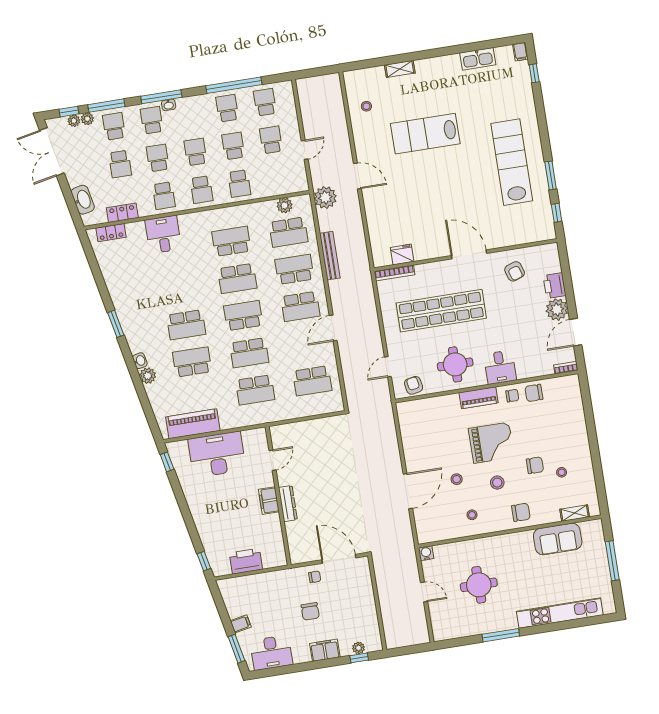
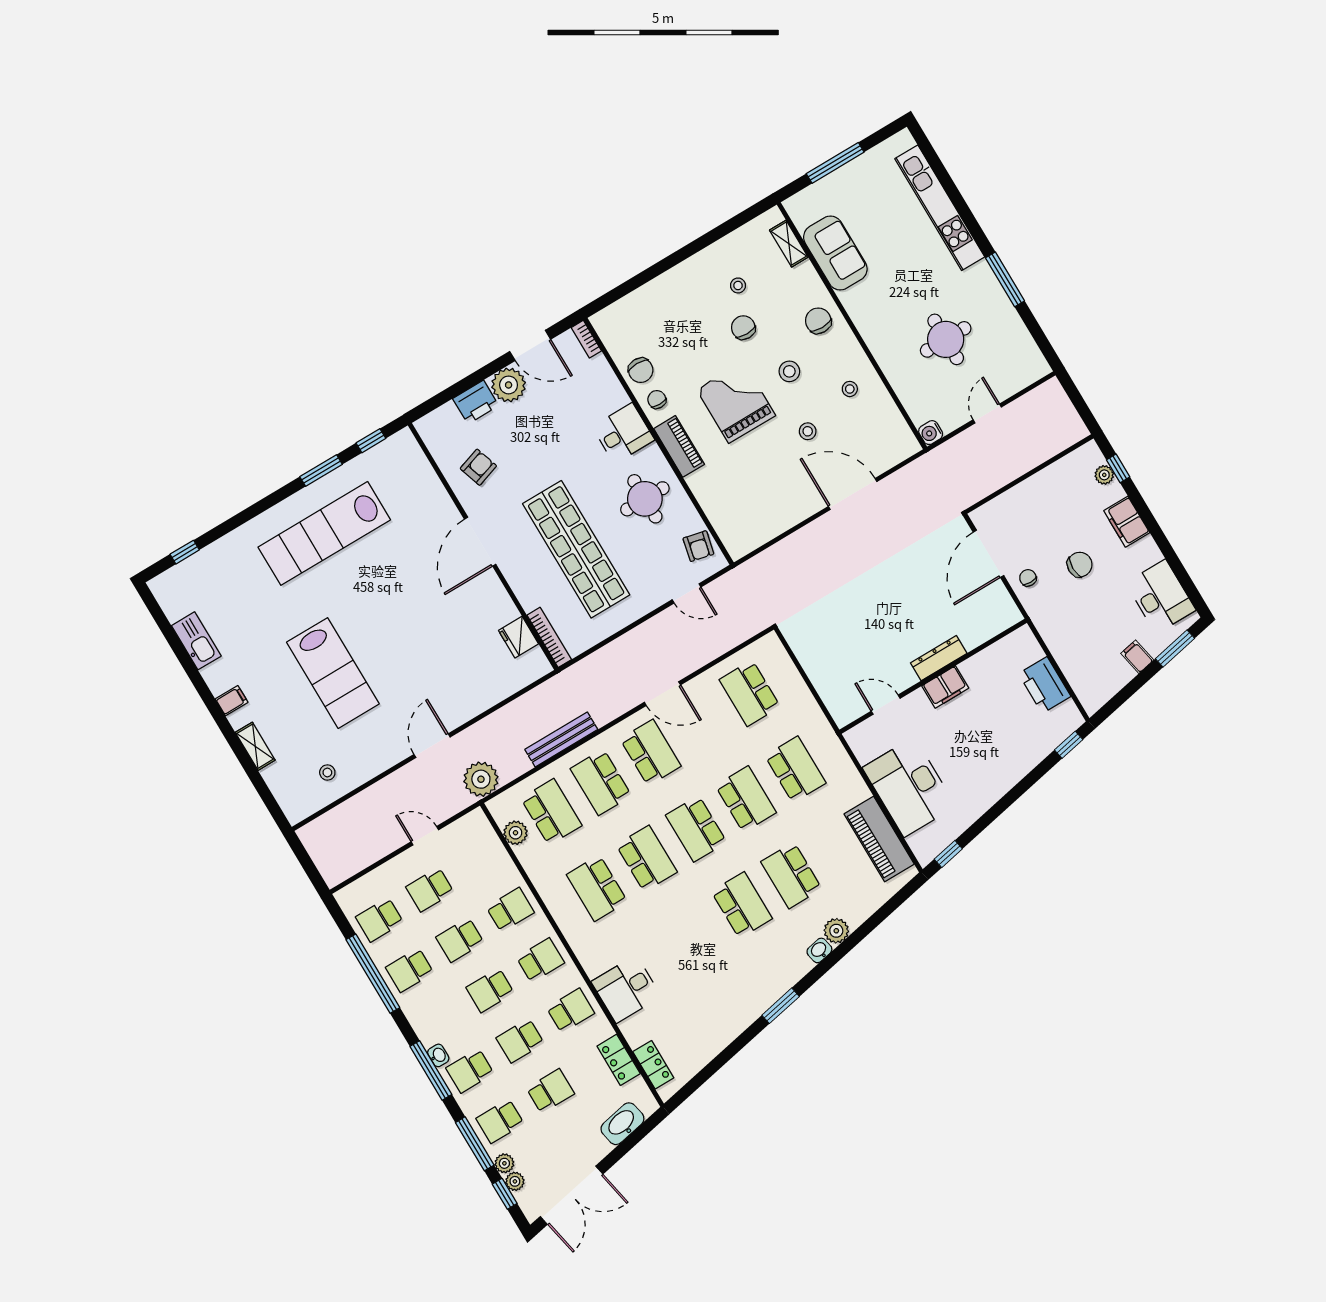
filing cabinet: (520, 52) -> (232, 701), moved
school desk: (312, 381) -> (750, 693), turned 180
armchair: (414, 385) -> (698, 546), turned -67

